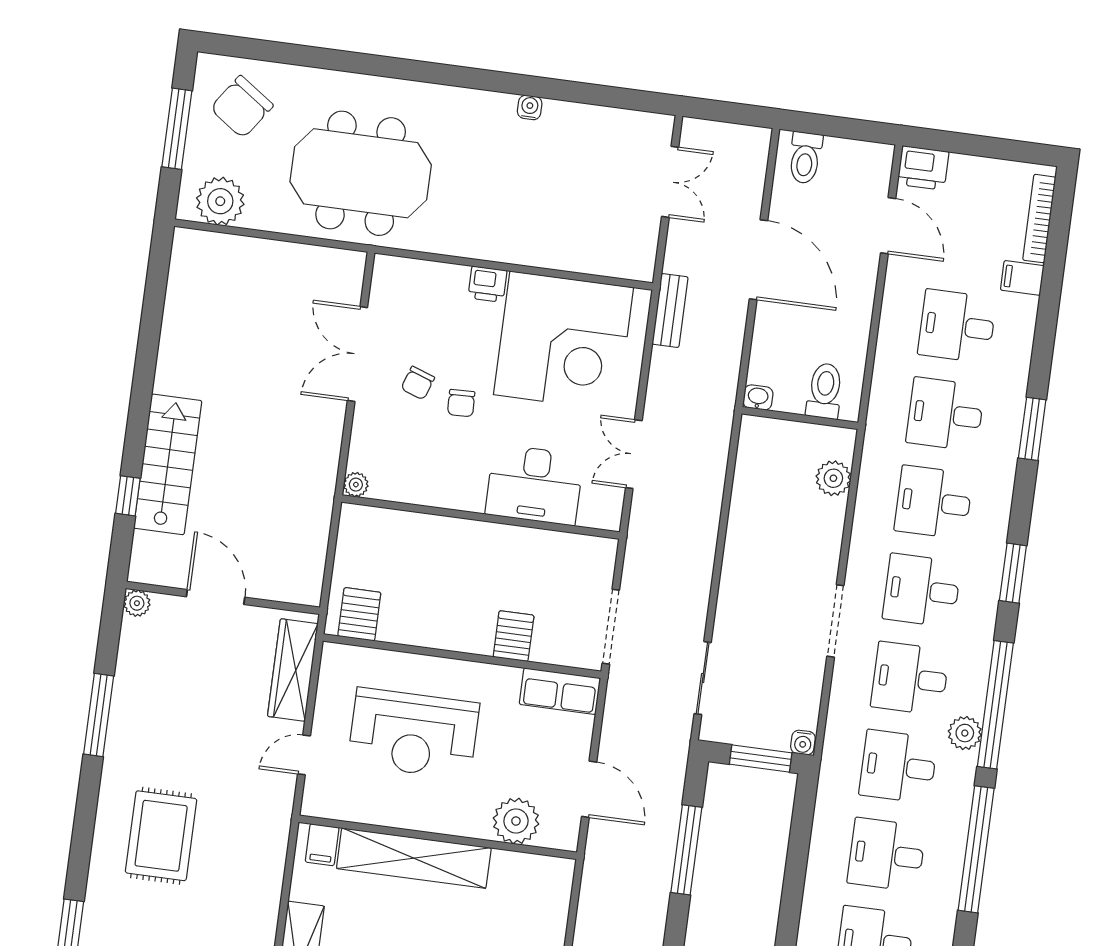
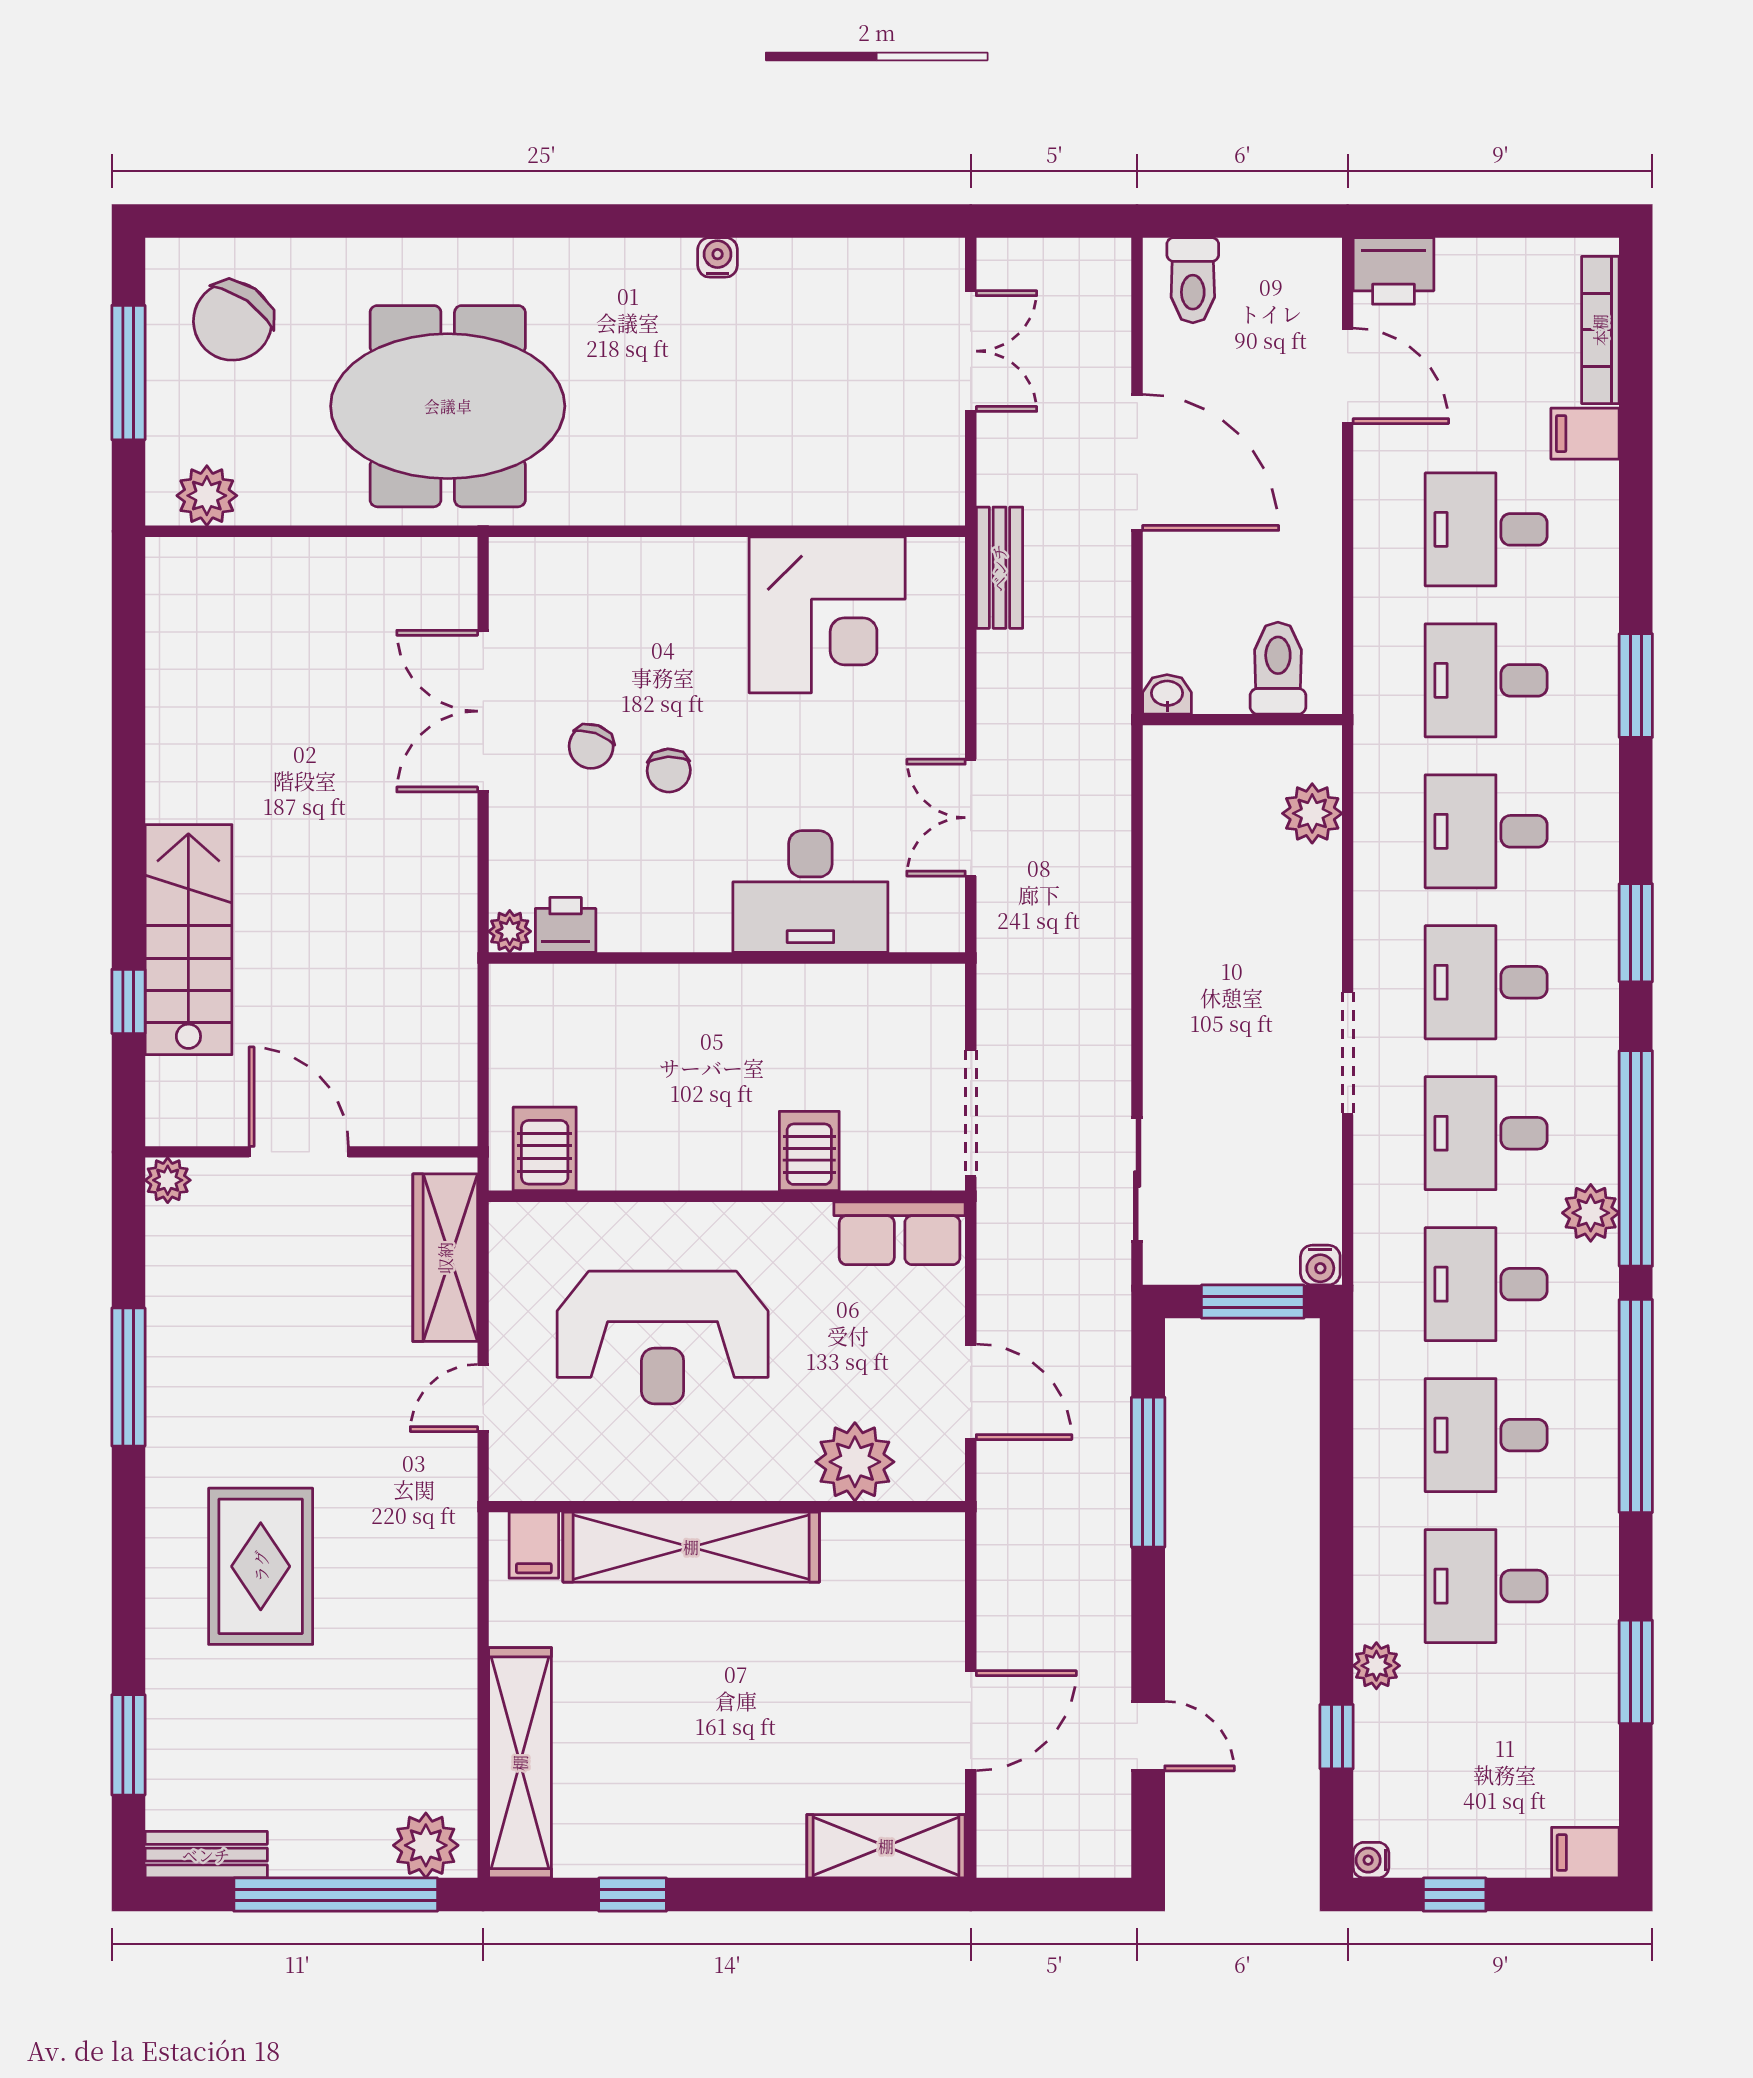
plant: (220, 201) -> (207, 496), width x0.73, depth x0.73
printer: (487, 284) -> (566, 925), moved, turned 180
corner desk: (564, 341) -> (827, 615), width x0.74, depth x0.74

